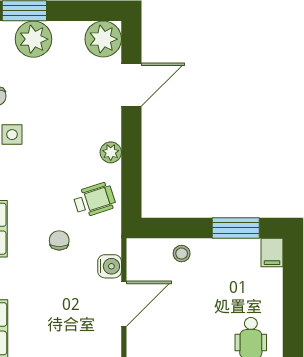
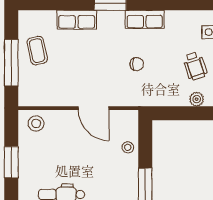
wheelchair: (94, 200) -> (195, 66), moved
water cooler: (110, 266) -> (119, 98), removed

